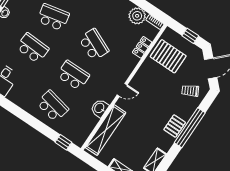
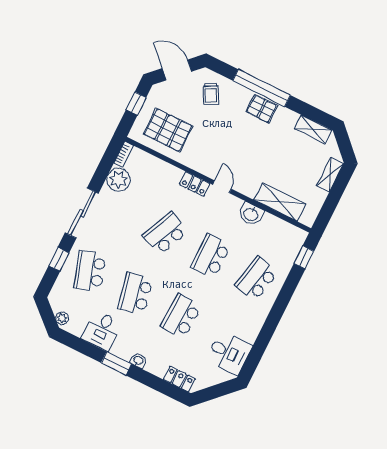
locker: (142, 47) -> (195, 184), moved
pallet: (168, 56) -> (168, 130), turned 90
shelving: (106, 130) -> (280, 202), width x0.68

